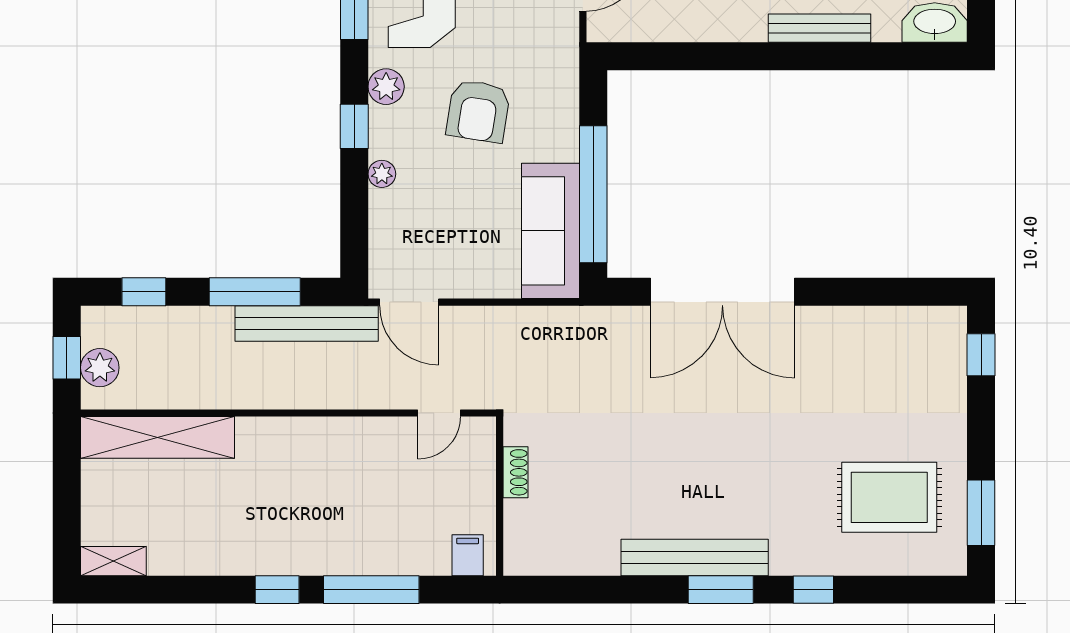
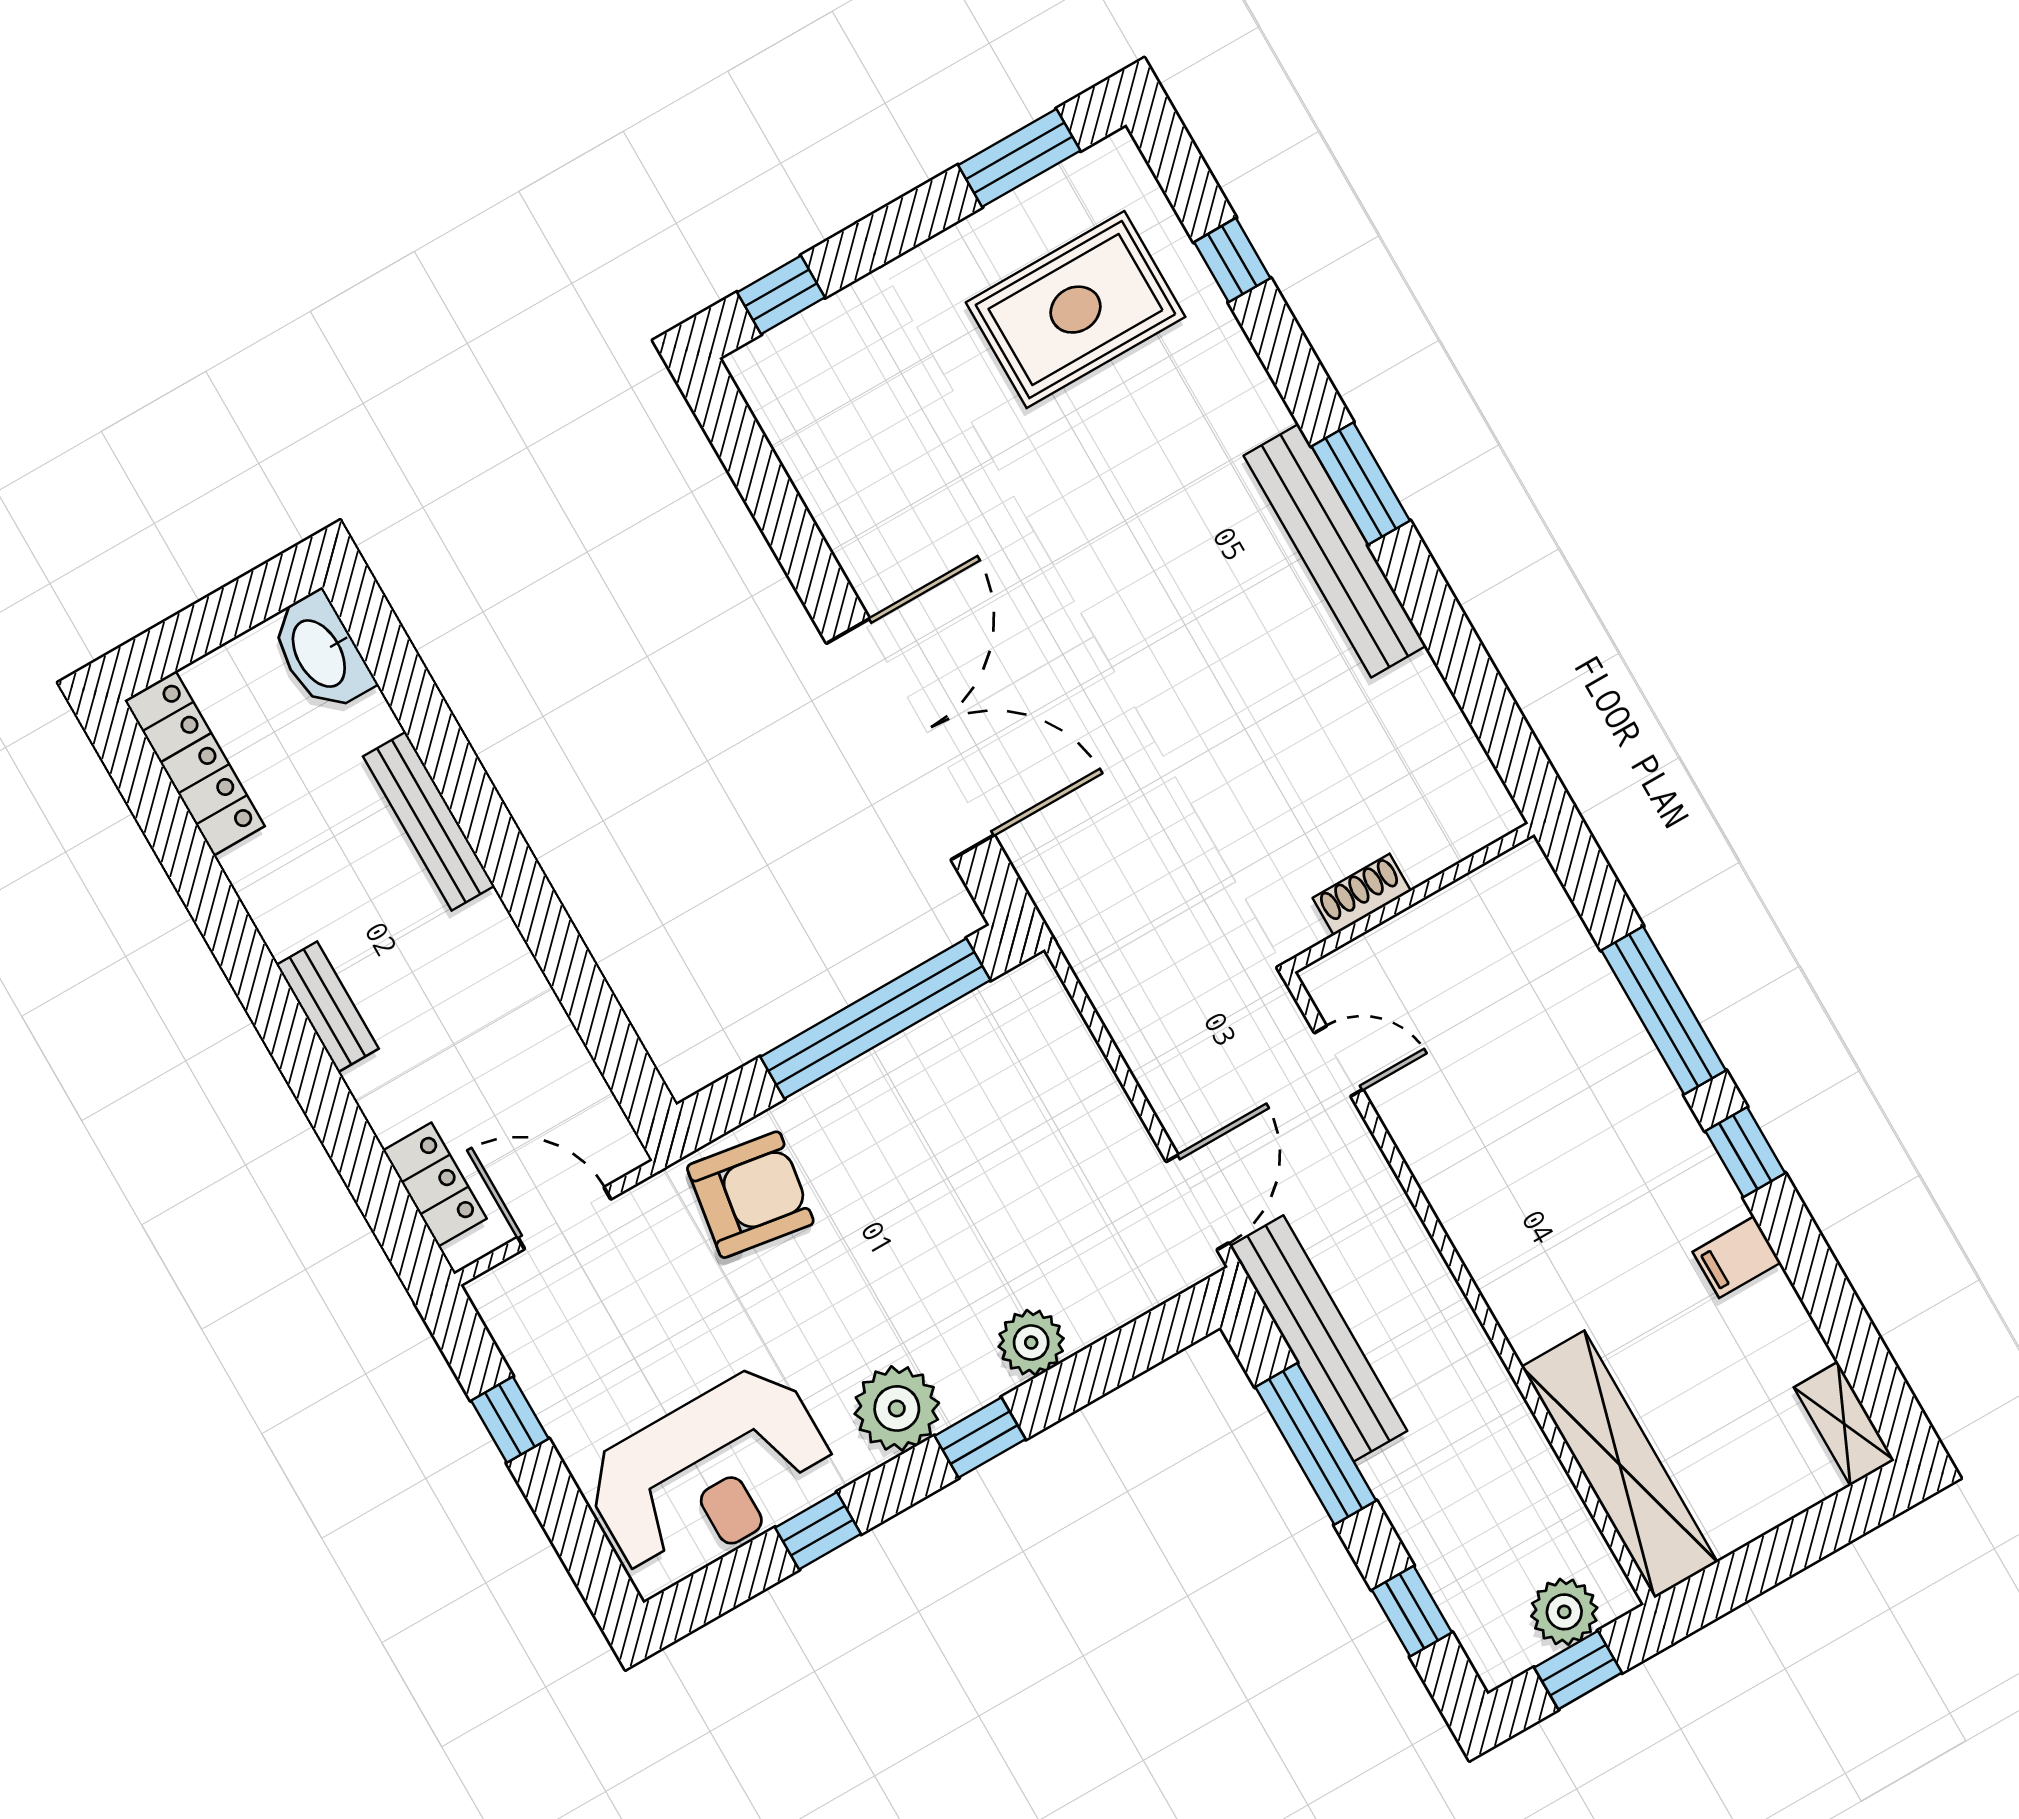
plant: (386, 87) -> (897, 1408), width x1.36, depth x1.36
armchair: (478, 111) -> (750, 1195), moved
plant: (382, 174) -> (1031, 1342), width x1.38, depth x1.38
sofa: (550, 231) -> (968, 1051), removed
rug: (889, 497) -> (1076, 310), turned 90
filing cabinet: (468, 555) -> (1737, 1257), moved
window: (813, 590) -> (1232, 260), moved

